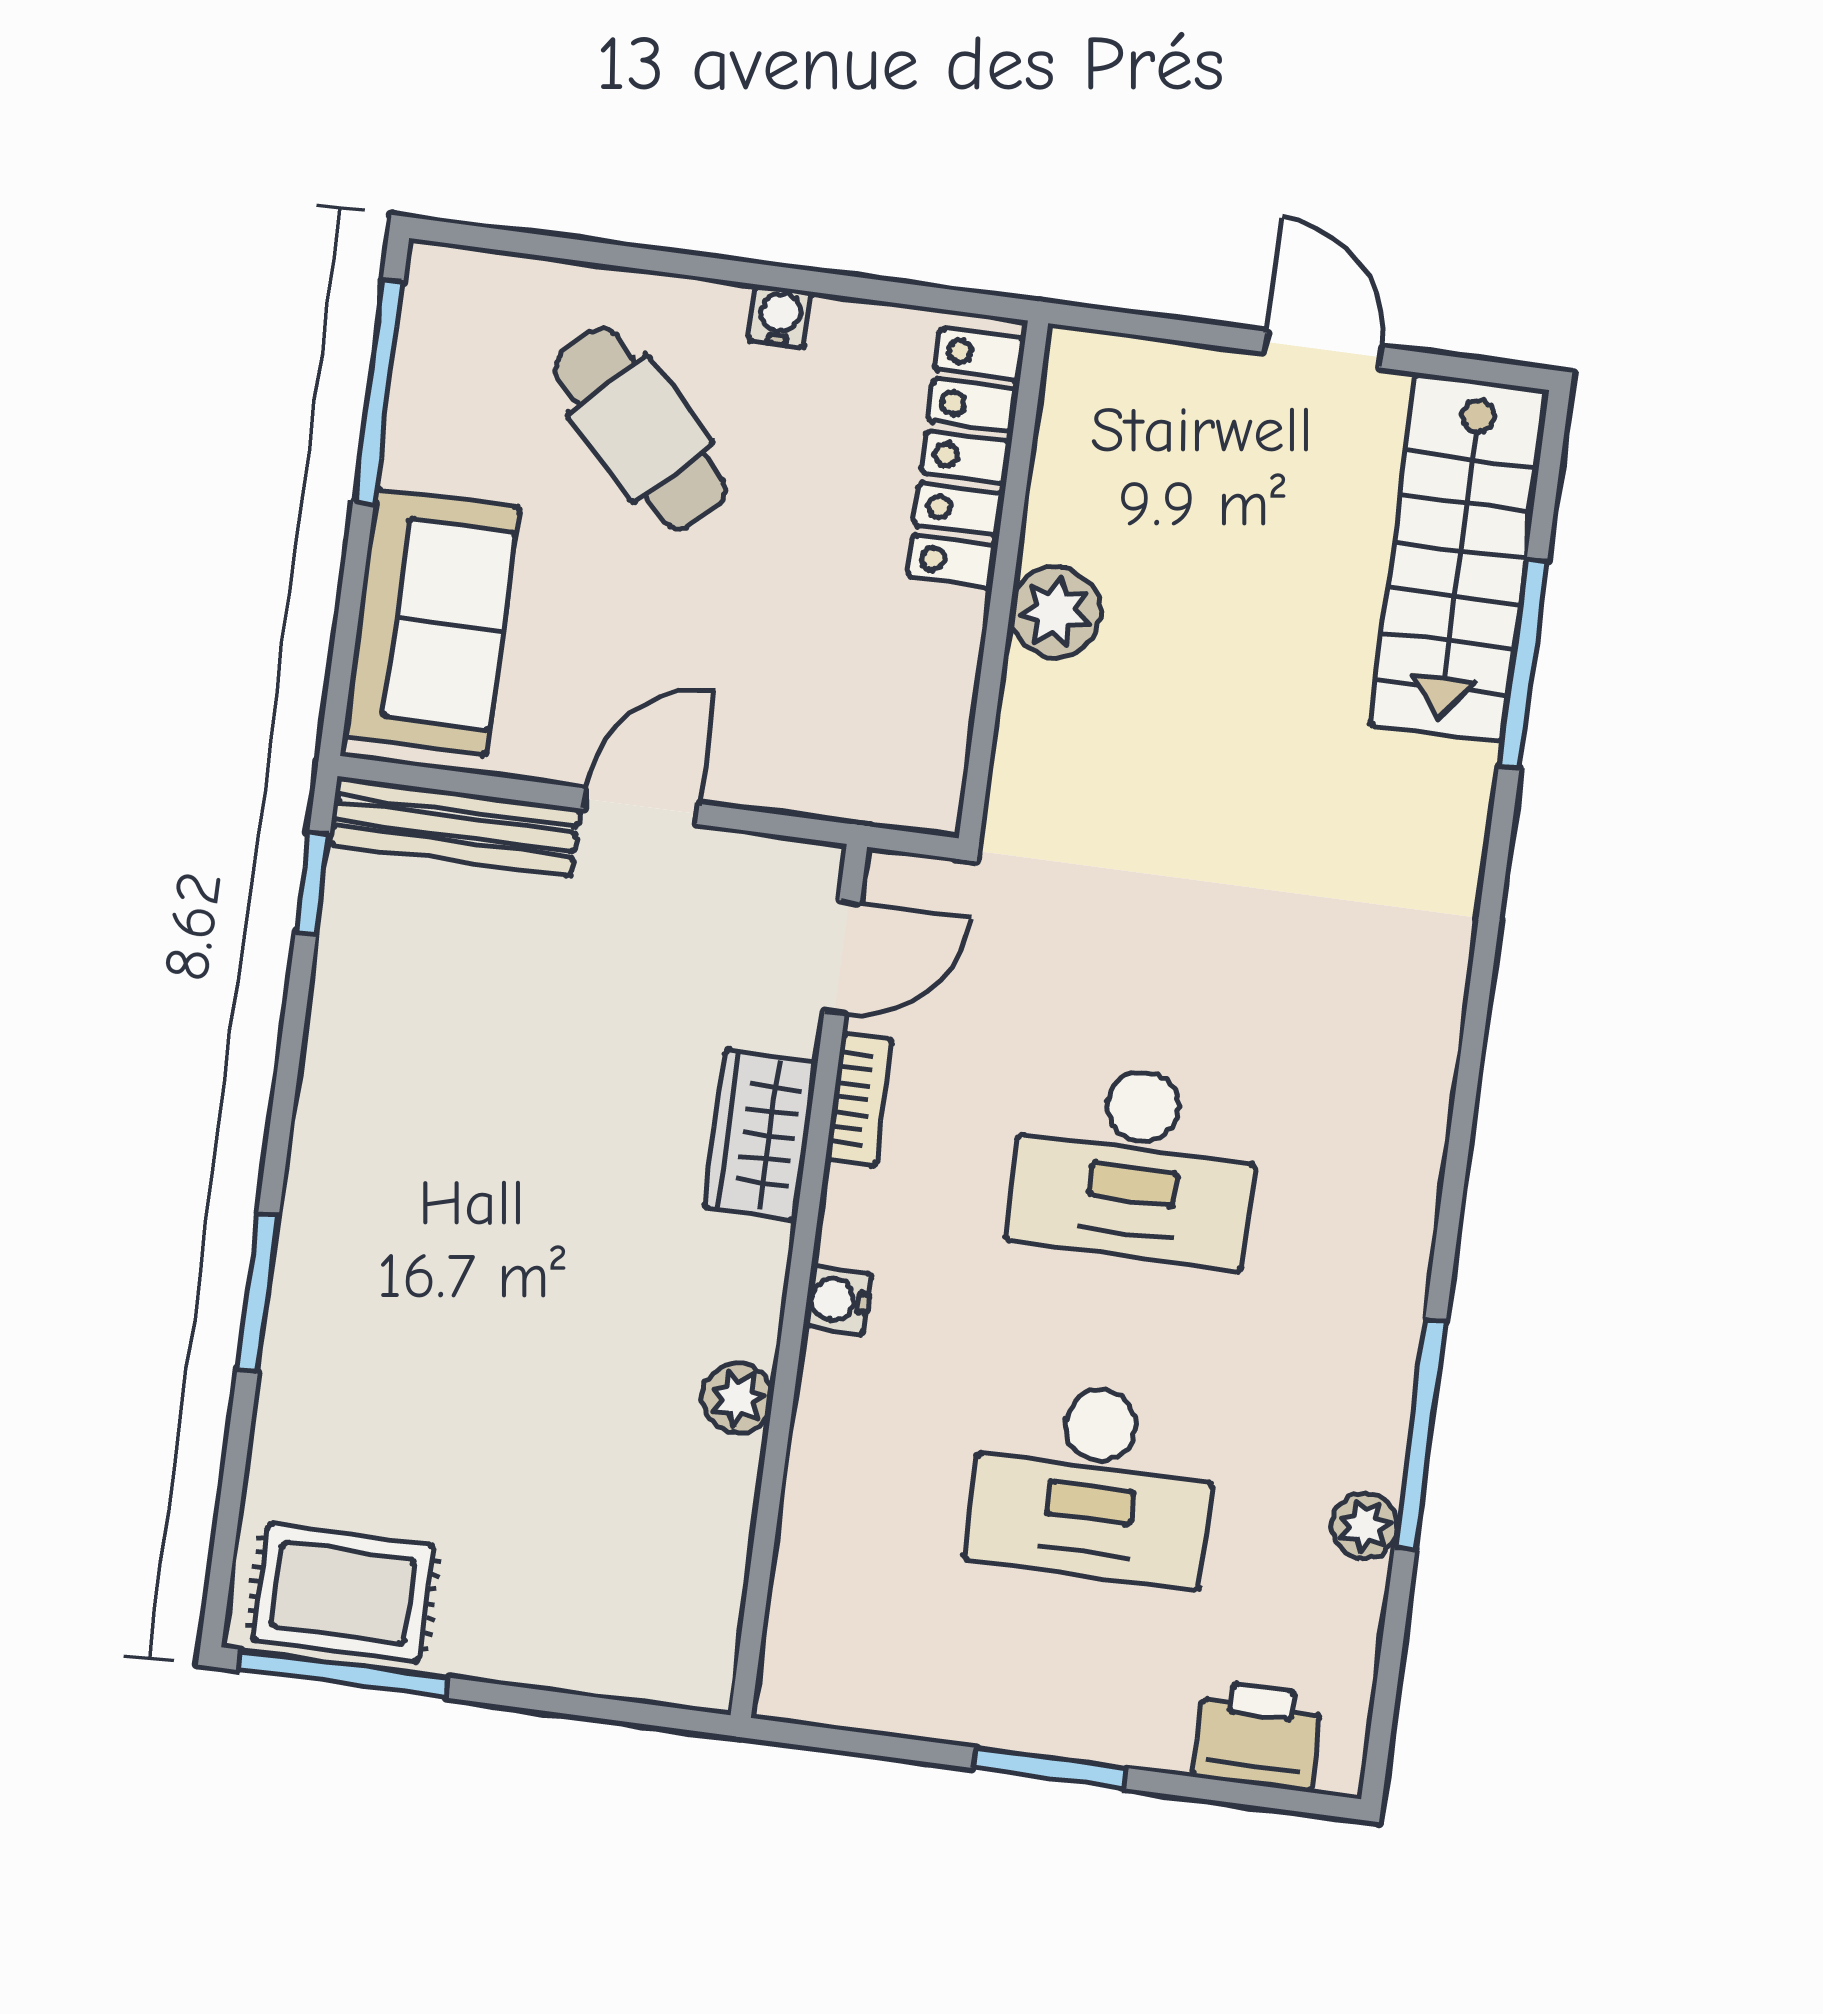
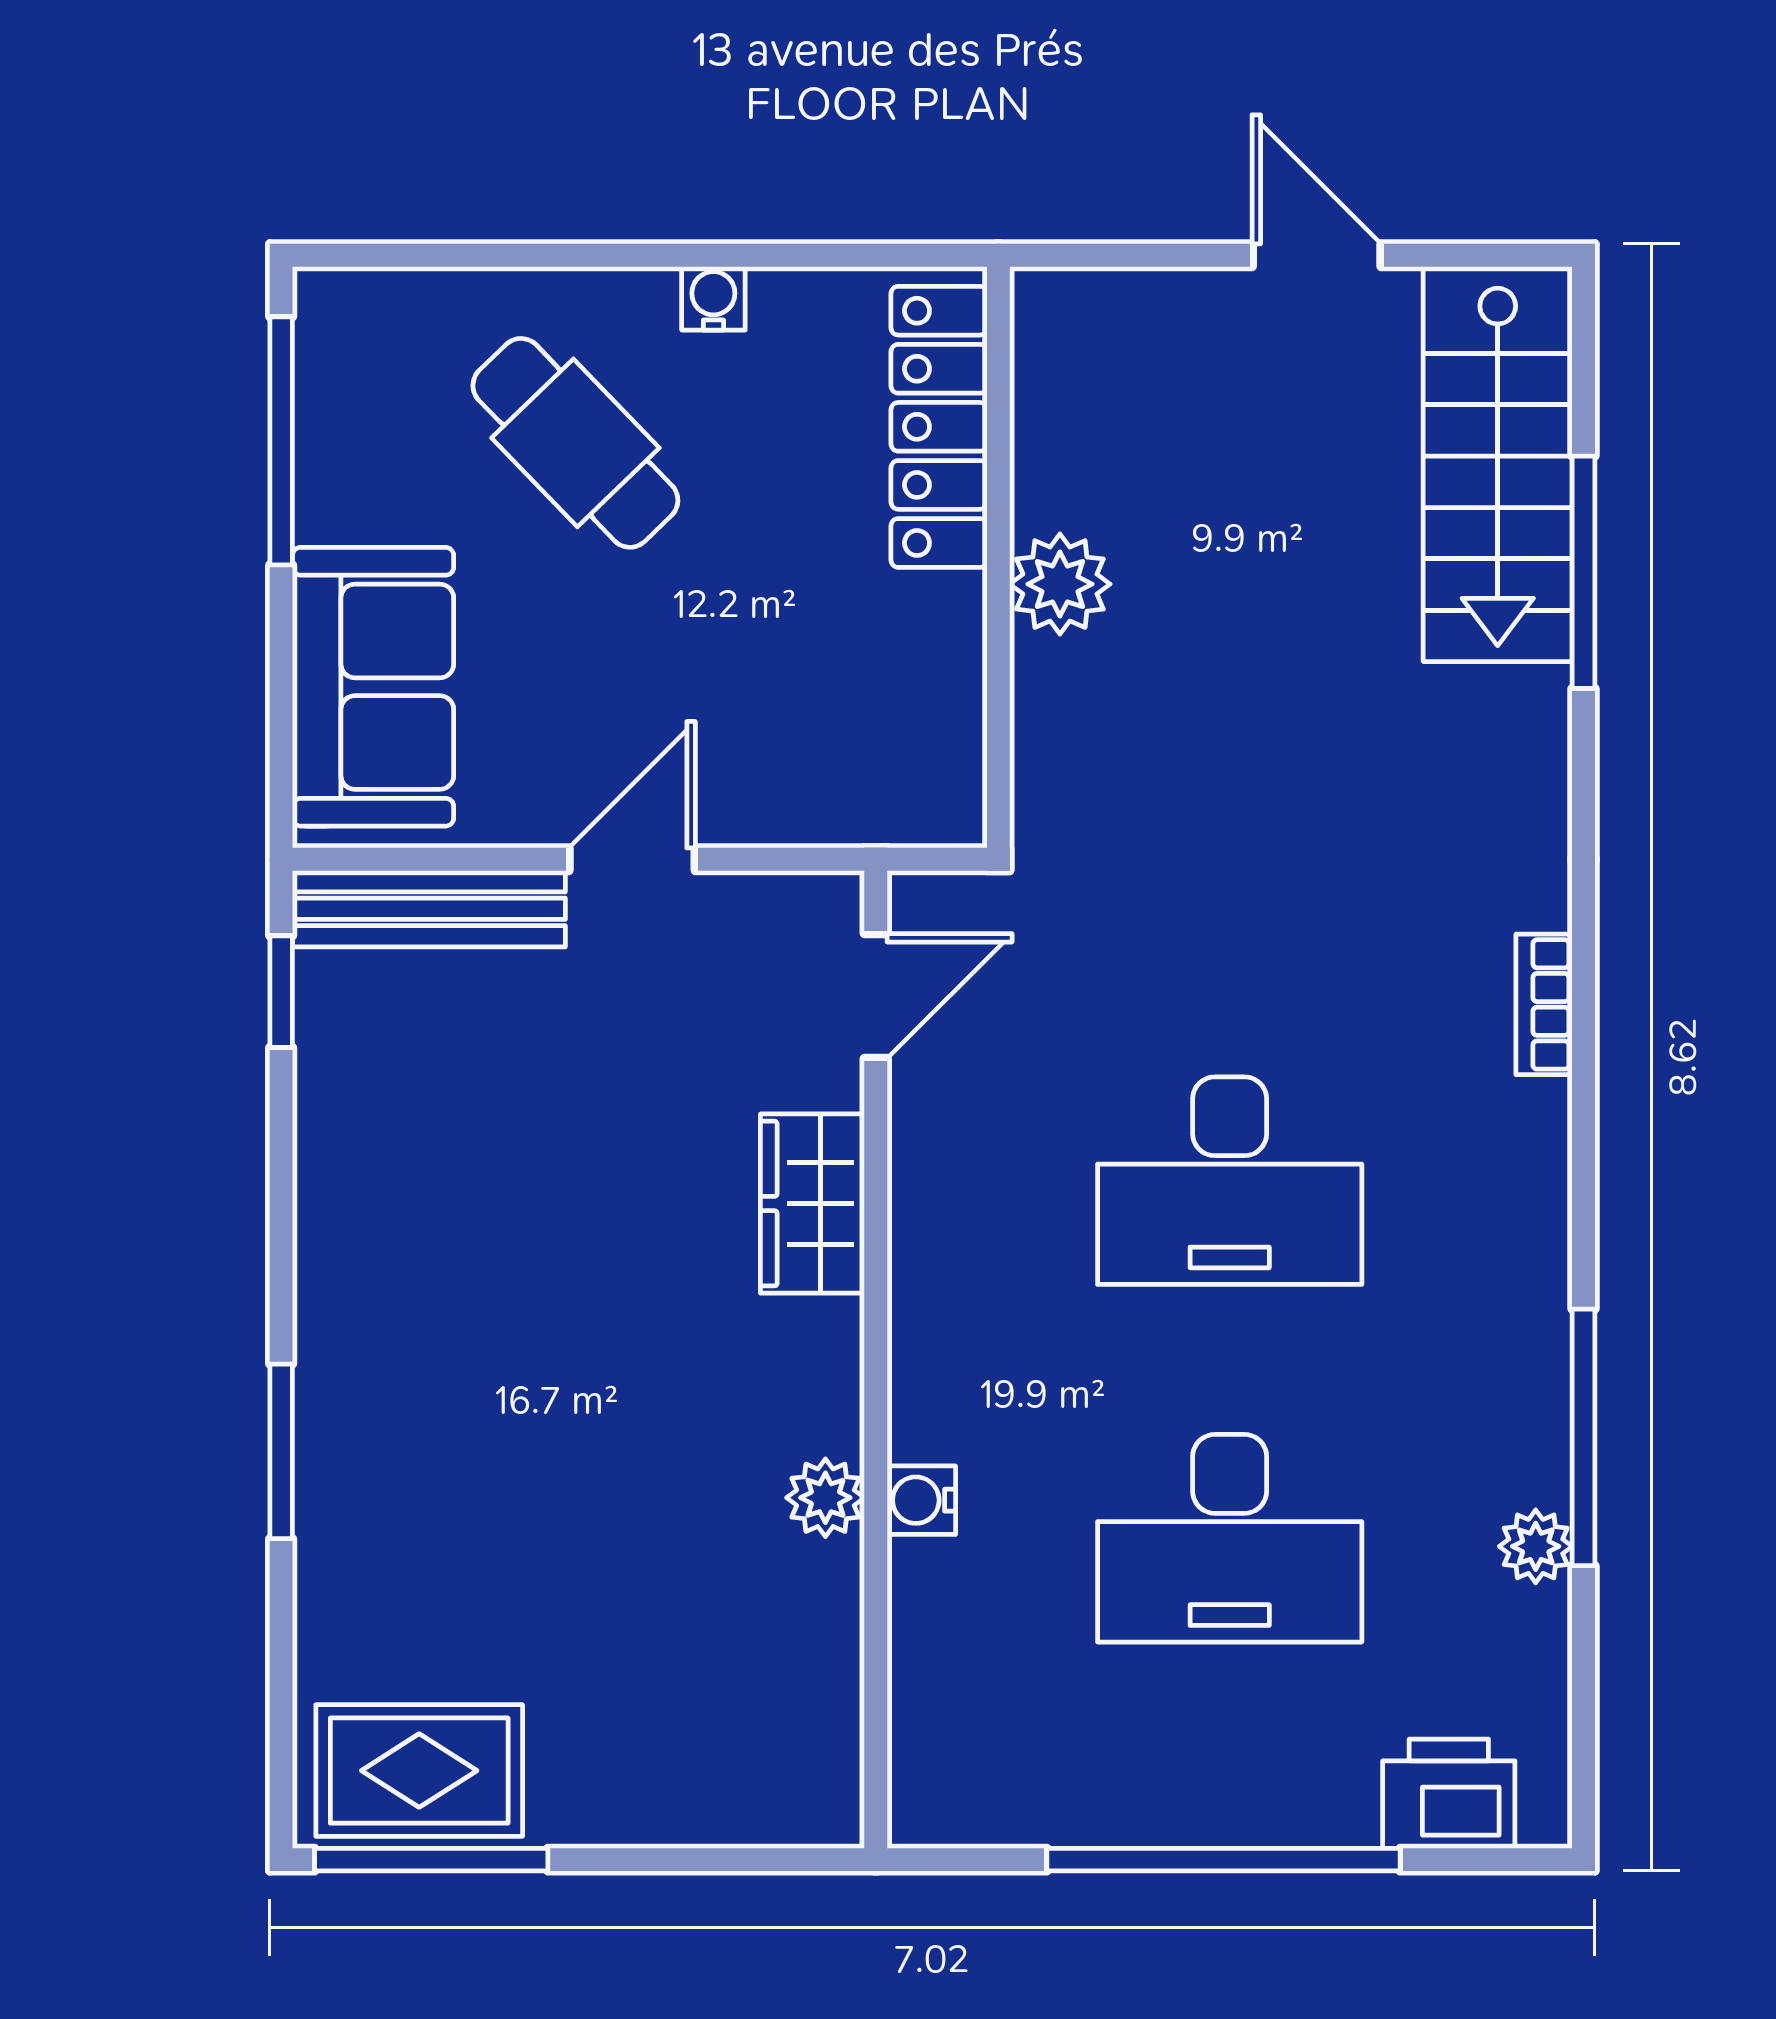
bookcase: (859, 1100) -> (1544, 1004), moved, turned 180
water cooler: (838, 1300) -> (921, 1500), moved
window: (1049, 1768) -> (1223, 1860), width x2.11

